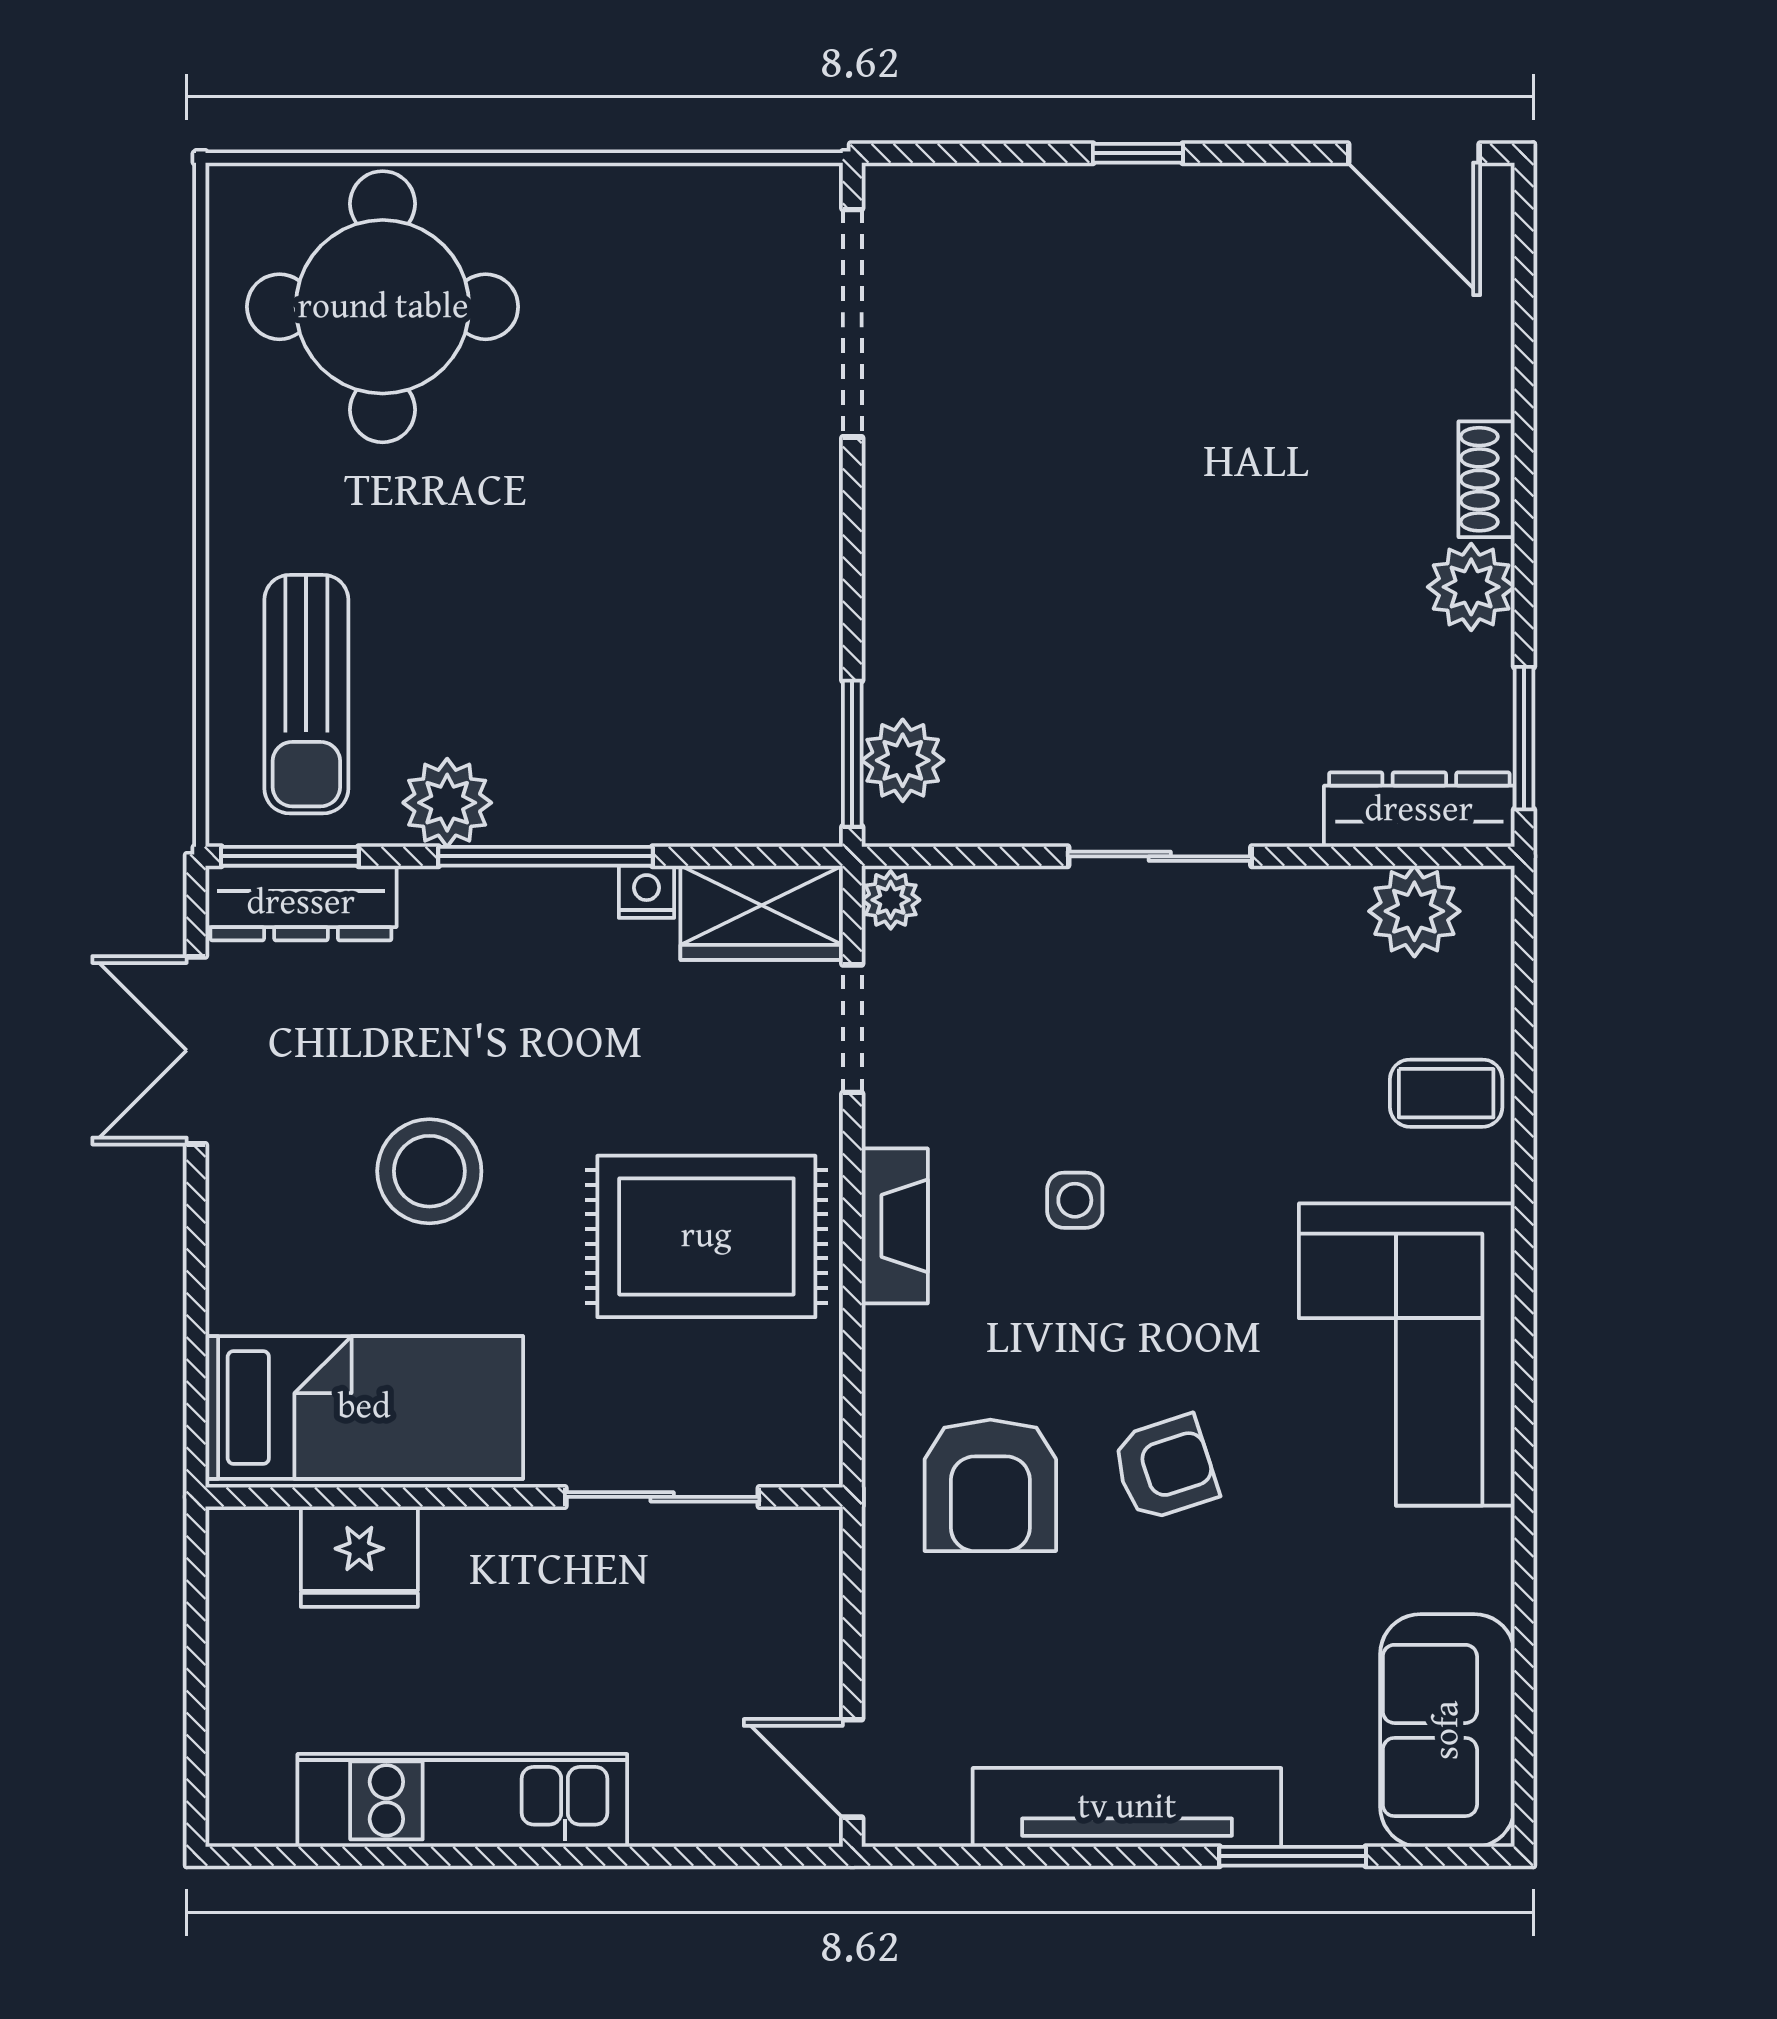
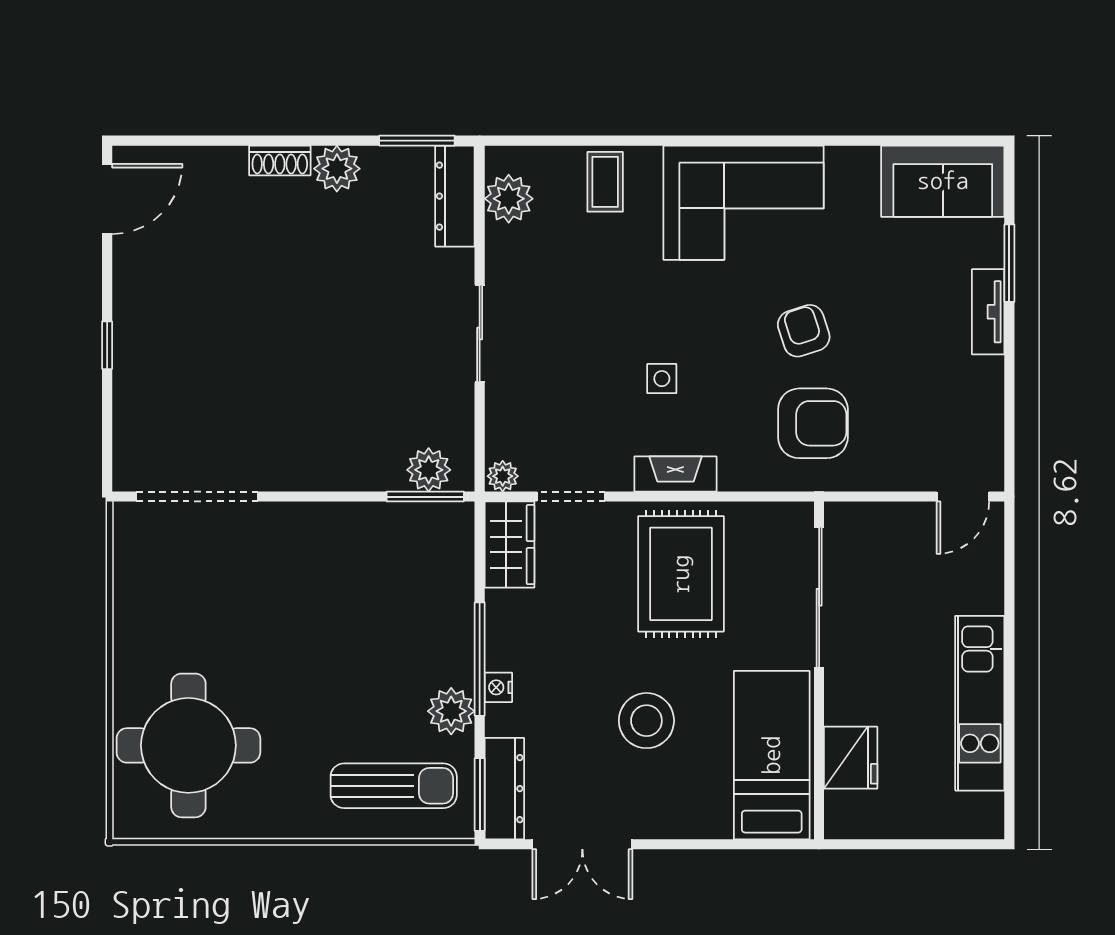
nightstand: (647, 892) -> (498, 687), moved
sliding door: (662, 1497) -> (819, 597), width x1.37
tv unit: (1127, 1807) -> (988, 312), width x0.52, depth x0.78

